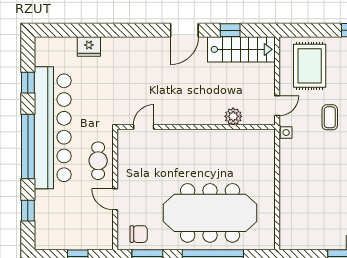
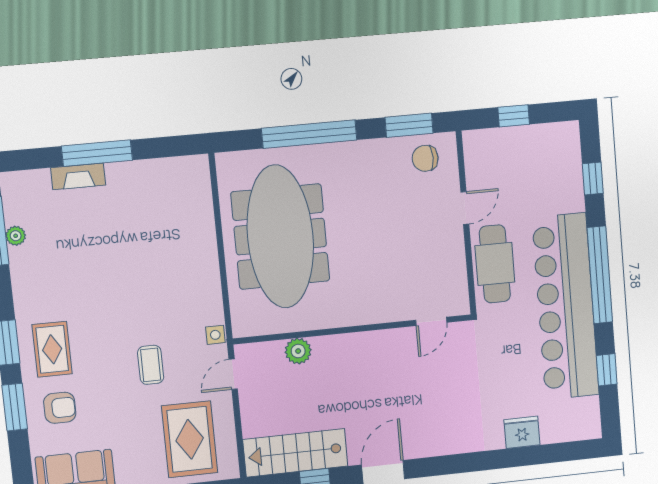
cafe table: (98, 161) -> (495, 264), width x1.37, depth x1.35
door: (115, 199) -> (465, 208), hinge flipped
meeting table: (210, 213) -> (280, 237), moved, turned 90

